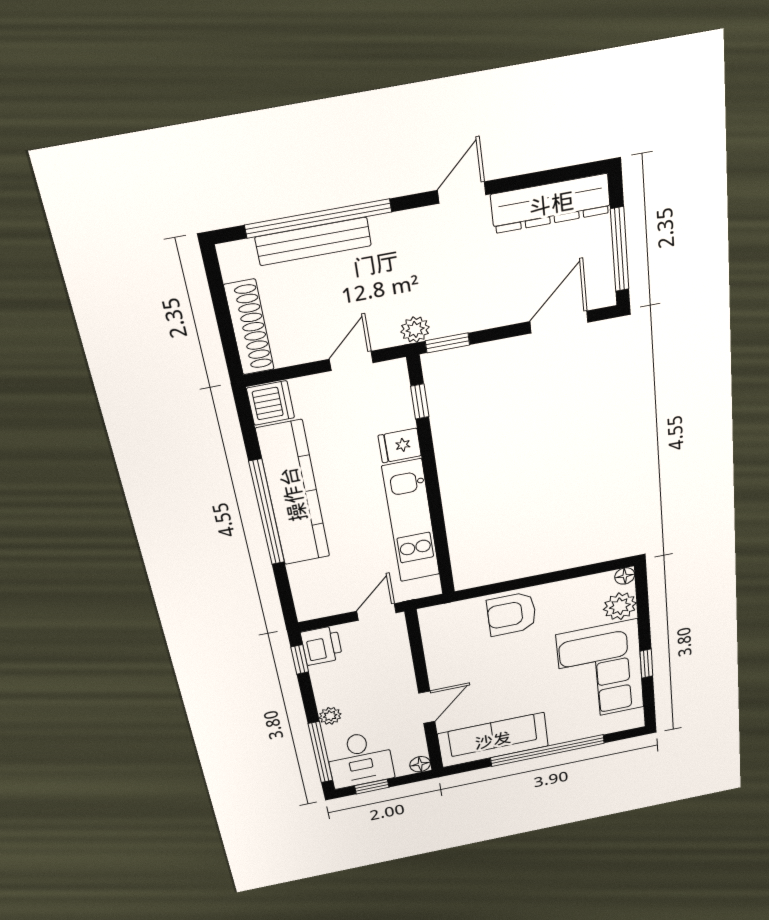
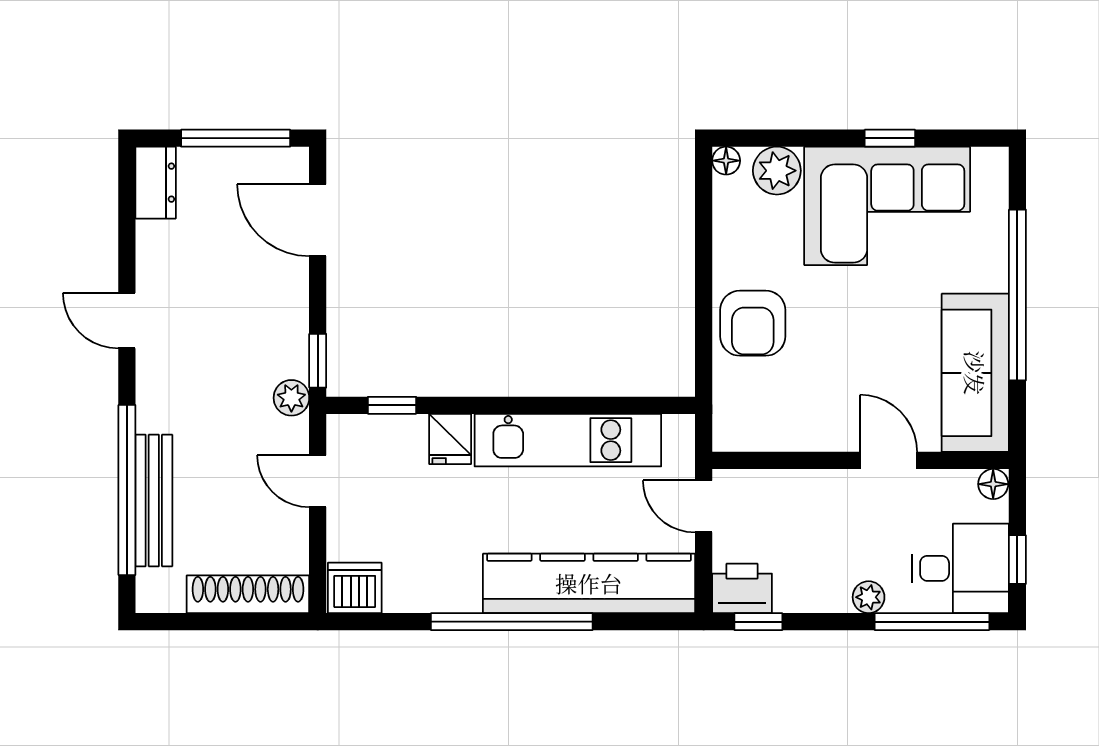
dresser: (551, 204) -> (156, 183), width x0.51, depth x0.80
kitchen counter: (293, 494) -> (589, 583), moved

